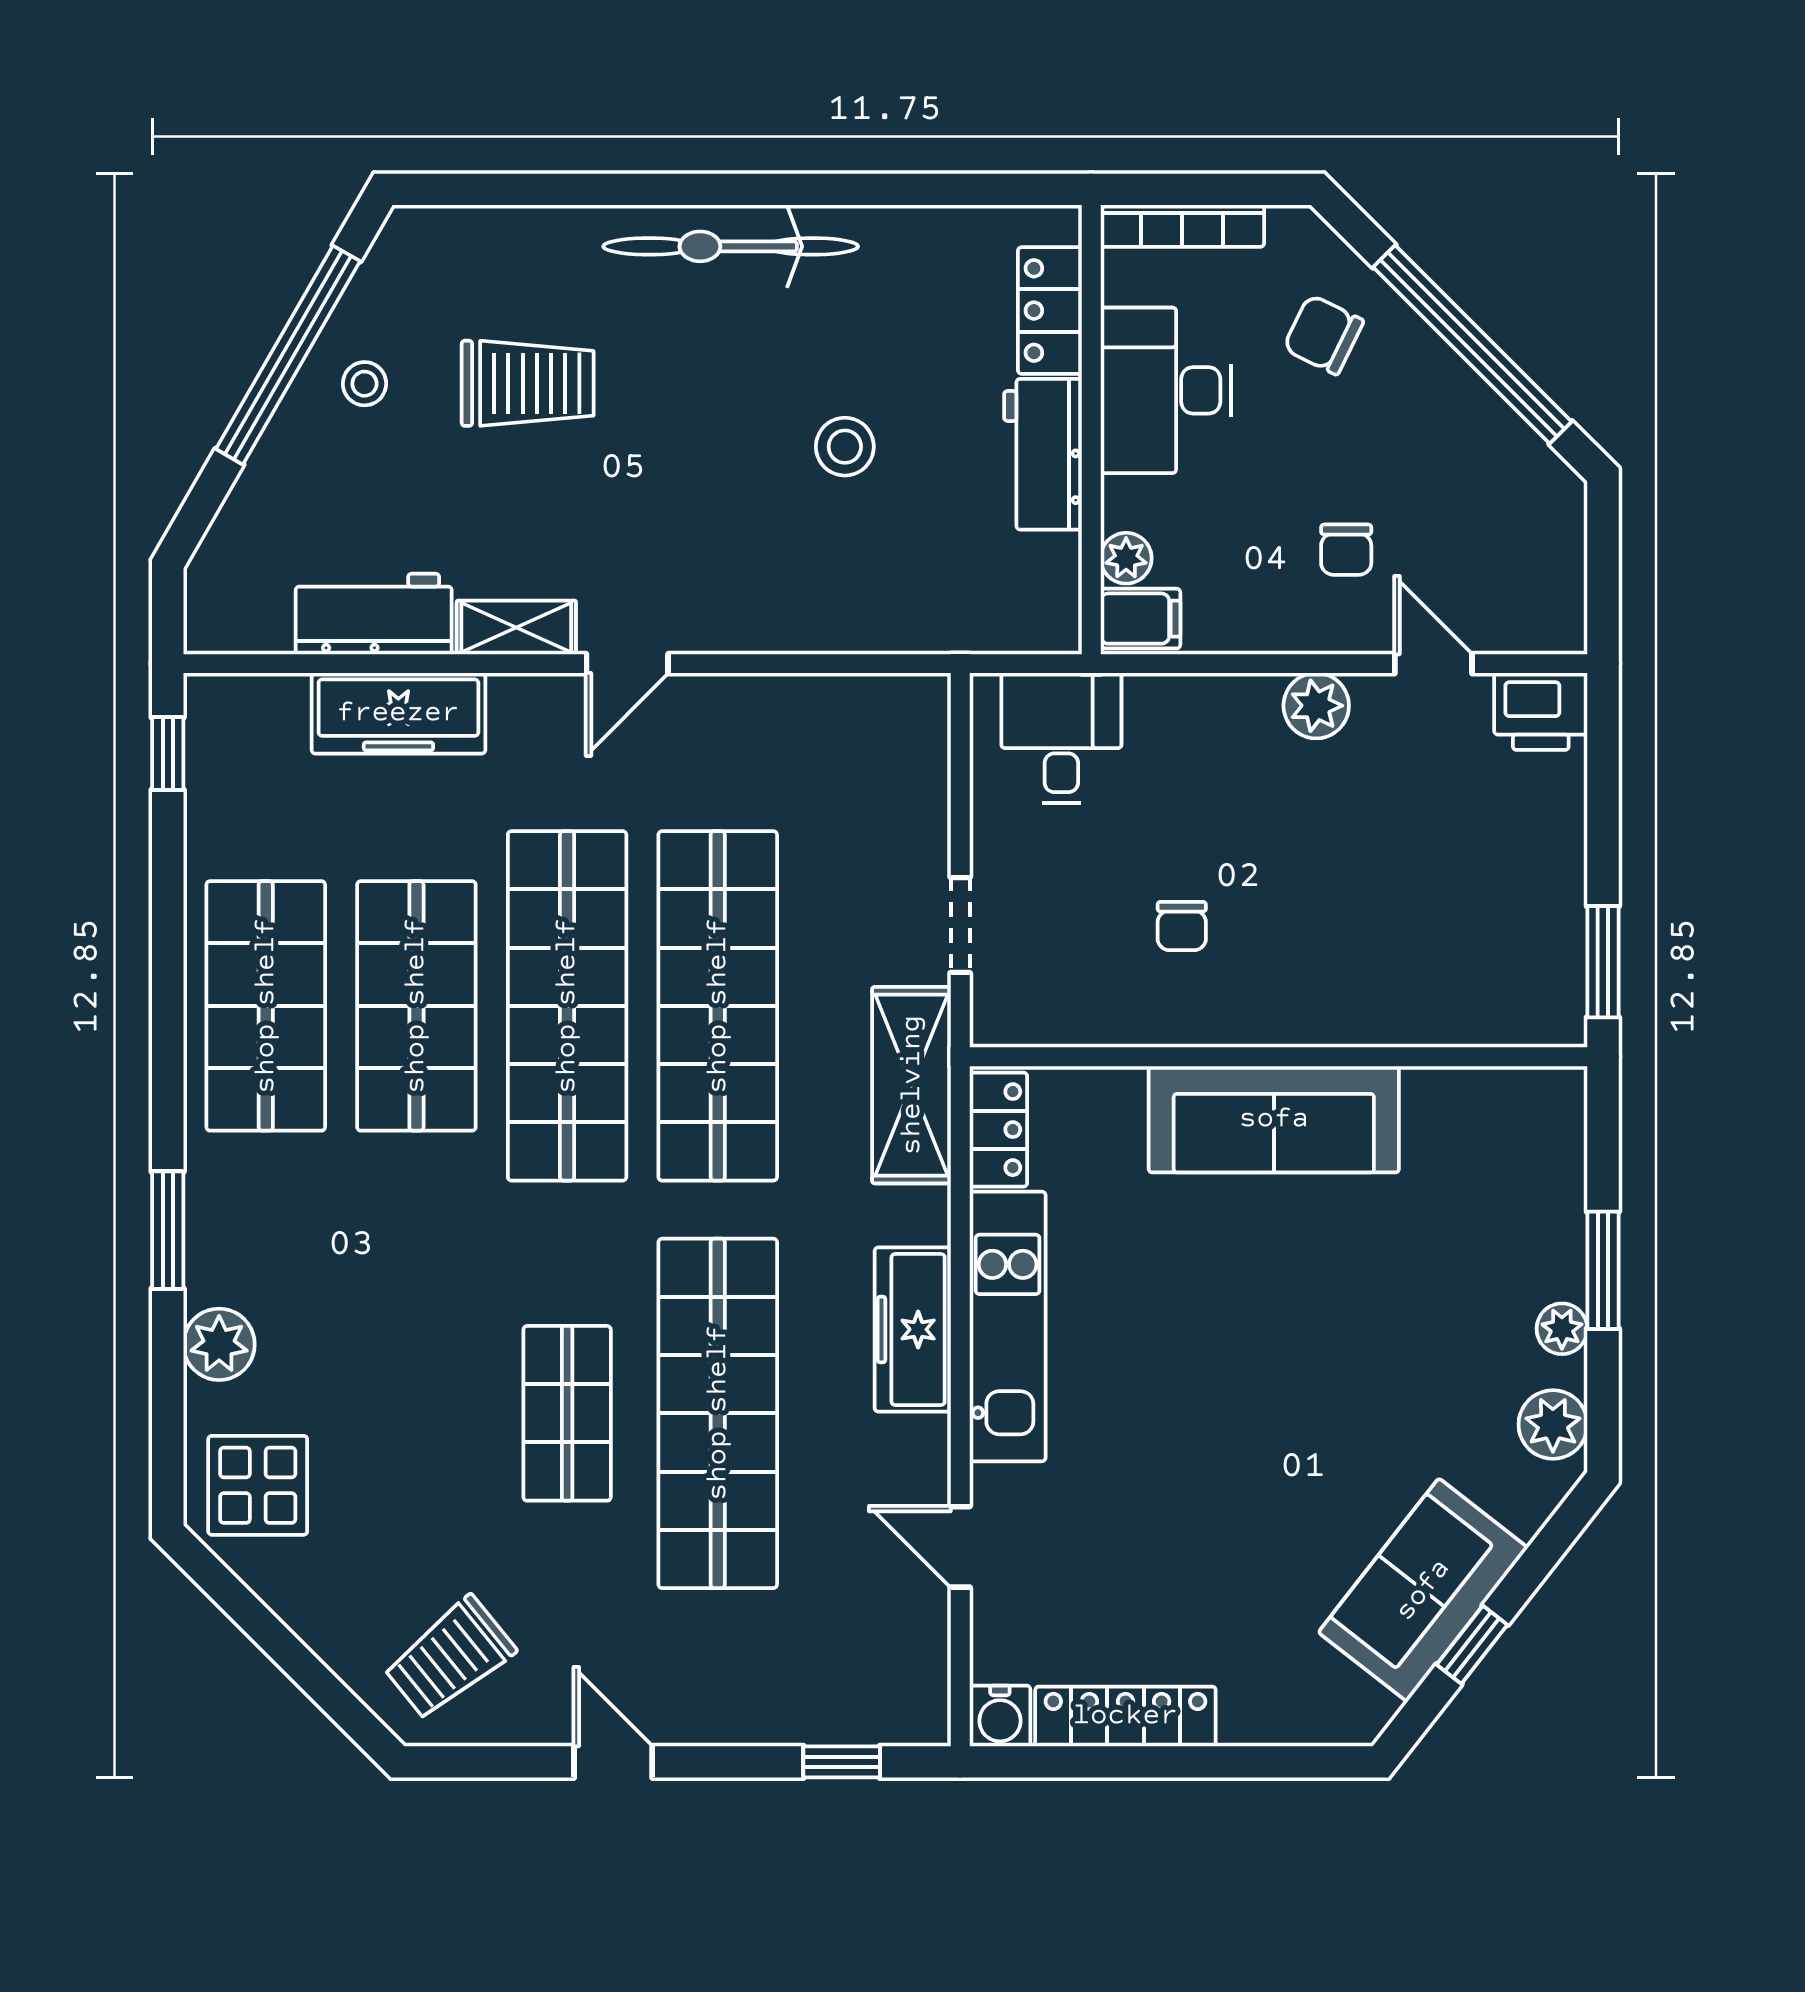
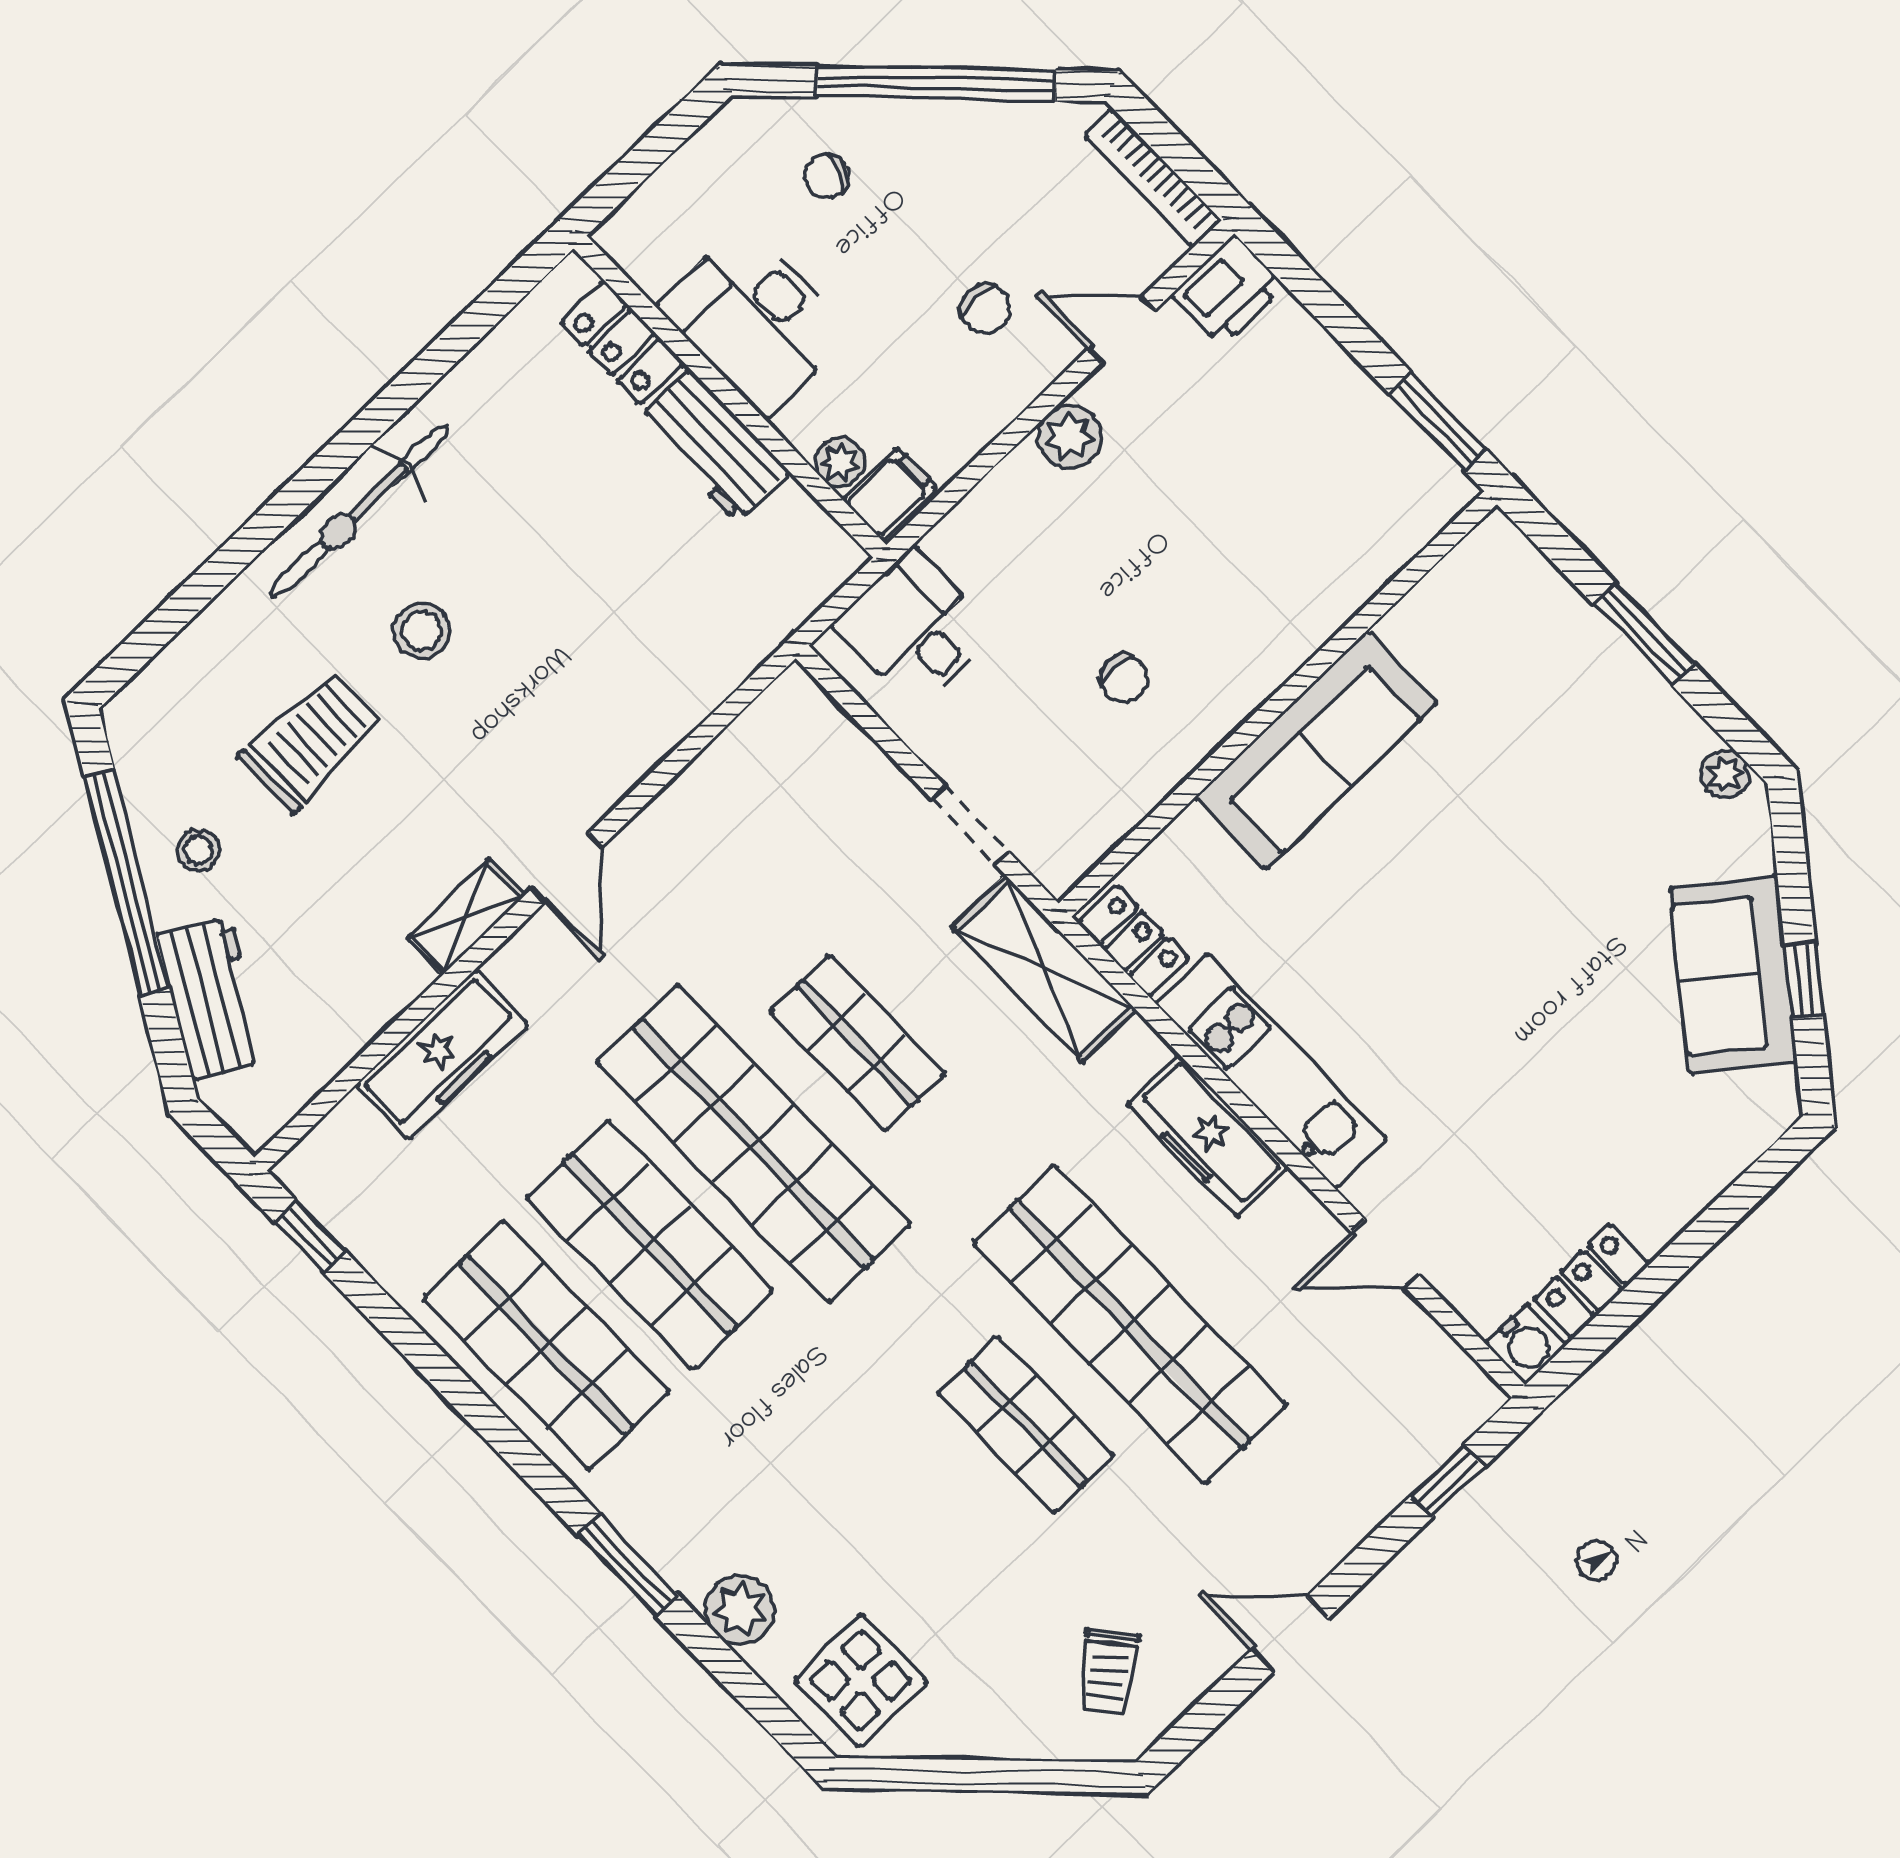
bookcase: (1182, 226) -> (1153, 178), moved, turned 90
chair: (1323, 335) -> (826, 176), width x0.73, depth x0.73
stool: (845, 447) -> (422, 631), moved
workbench: (374, 614) -> (211, 998), moved, turned 120
shop shelf: (718, 1006) -> (857, 1043), width x0.50, depth x0.74
plant: (1562, 1329) -> (1655, 702), removed
plant: (1553, 1425) -> (1725, 774), width x0.73, depth x0.73
trolley: (450, 1658) -> (1108, 1672), width x0.73, depth x0.72
locker: (1125, 1716) -> (1591, 1281), width x0.66

